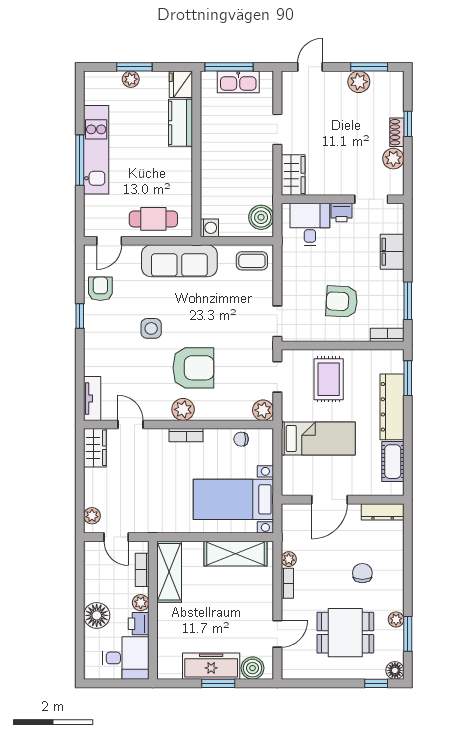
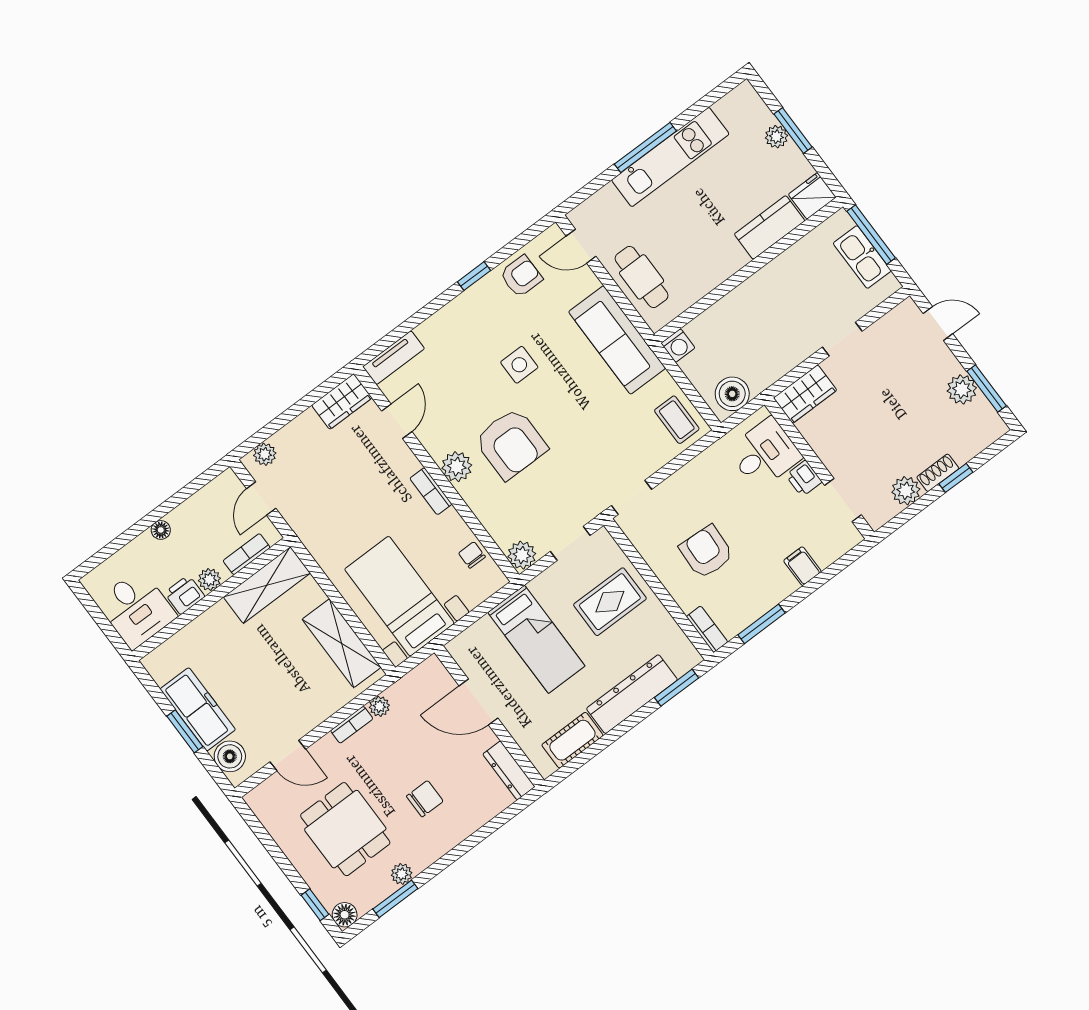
filing cabinet: (392, 252) -> (802, 566), width x0.50
floor lamp: (97, 615) -> (161, 530), width x0.53, depth x0.53

